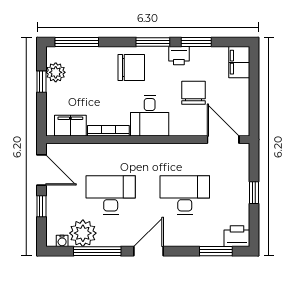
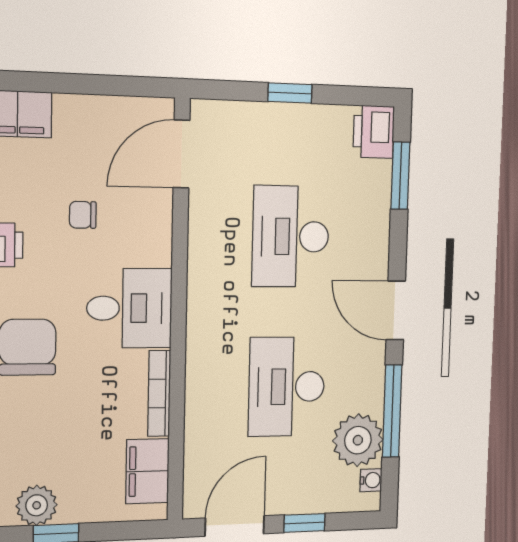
chair: (194, 93) -> (83, 215), width x0.54, depth x0.54

